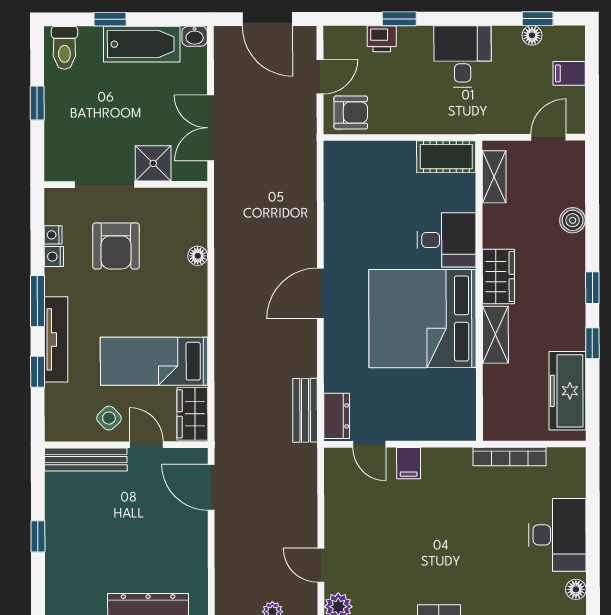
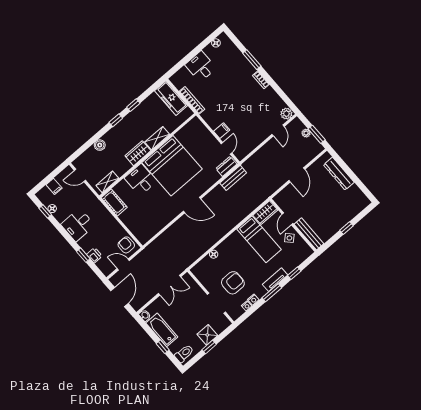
shower: (153, 163) -> (207, 335), moved
tv unit: (56, 339) -> (275, 280), width x0.71
freezer: (567, 391) -> (171, 98), moved, turned 90
door: (211, 487) -> (297, 175), moved
desk: (557, 535) -> (201, 66), width x0.73

